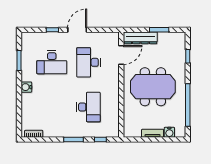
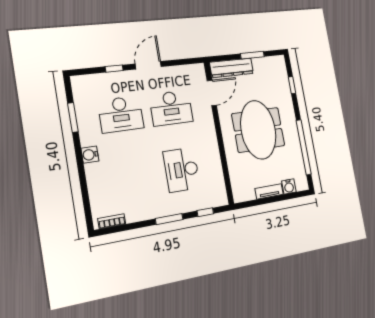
desk: (88, 62) -> (171, 108), turned -90
meeting table: (153, 87) -> (258, 130), turned 90
desk: (88, 107) -> (182, 170), turned 180

